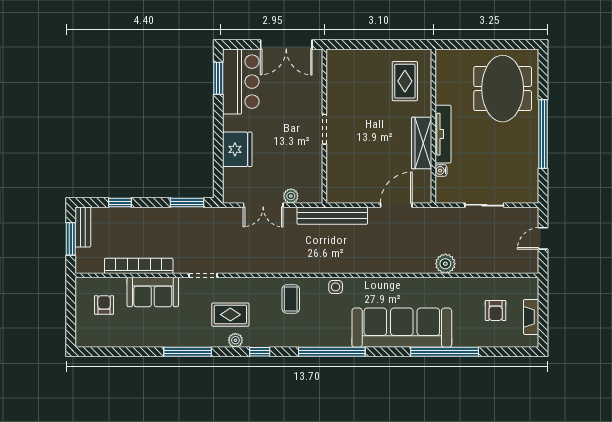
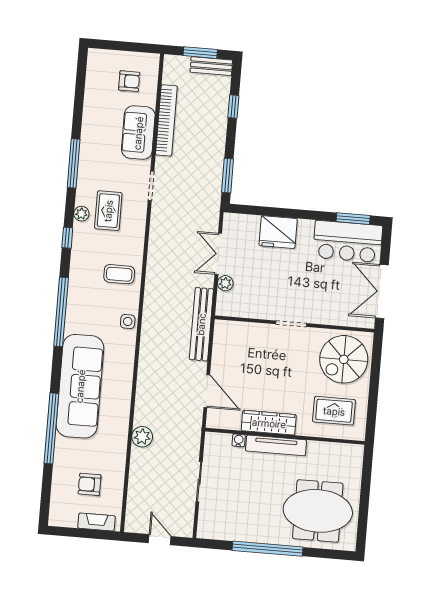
spiral stairs: (355, 76) -> (344, 359), added
fireplace: (531, 317) -> (97, 522), moved

